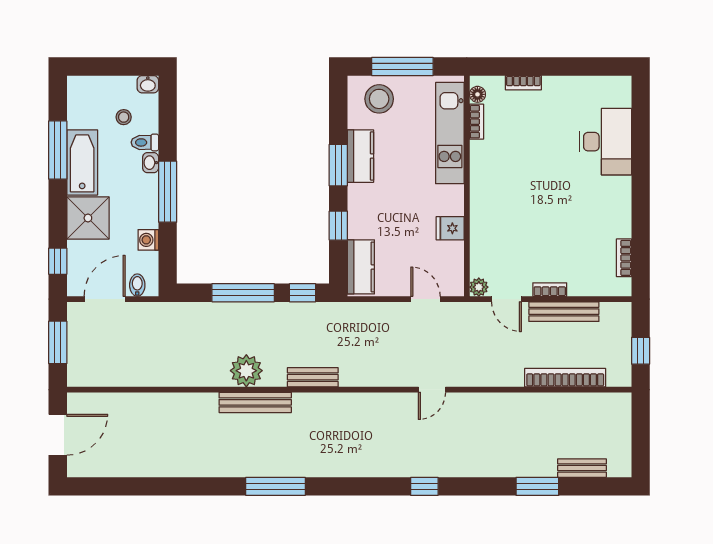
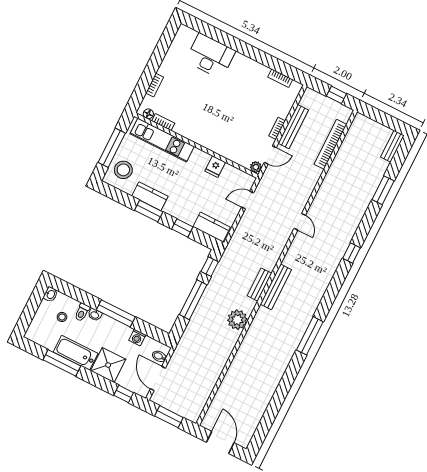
bench: (255, 402) -> (276, 287), moved
bench: (582, 468) -> (392, 146), moved

